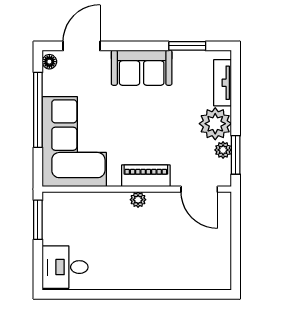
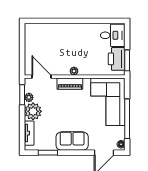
printer: (58, 222) -> (117, 59), added

